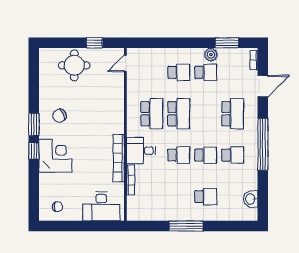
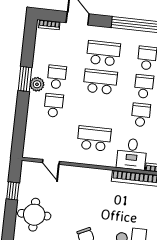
window: (227, 43) -> (25, 79), moved
plant: (211, 55) -> (37, 84), moved
door: (125, 63) -> (51, 162), moved
school desk: (179, 114) -> (100, 82), moved

